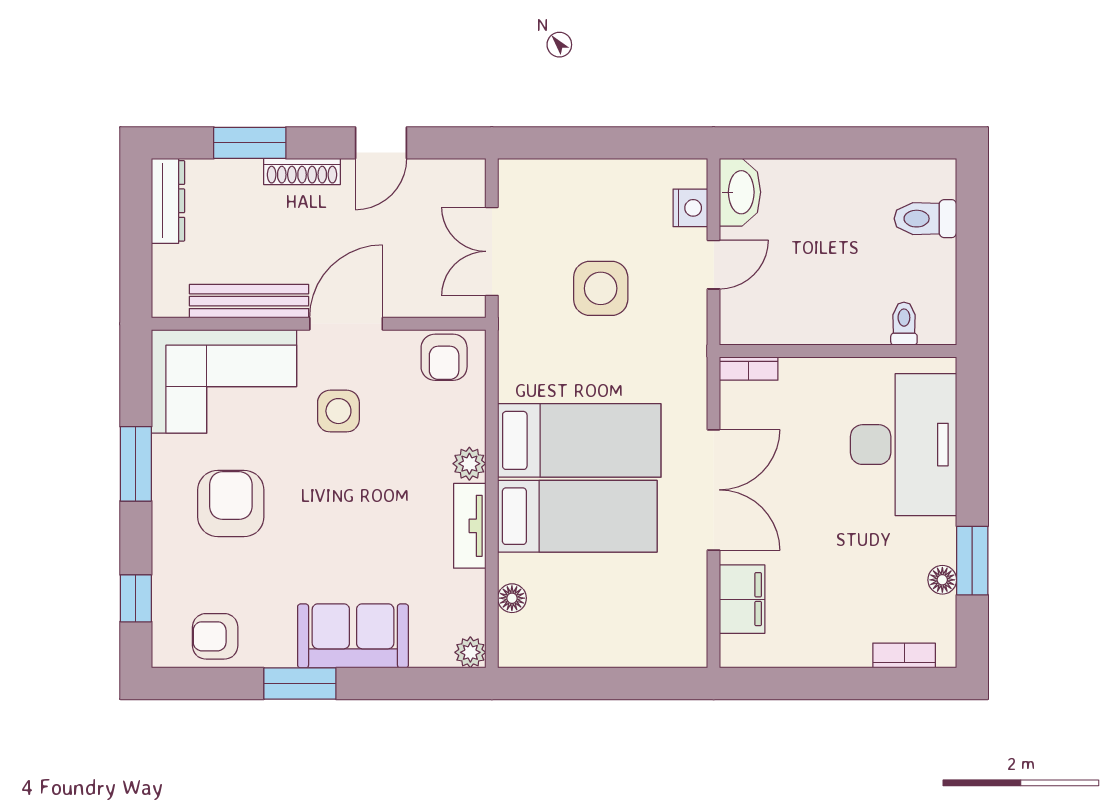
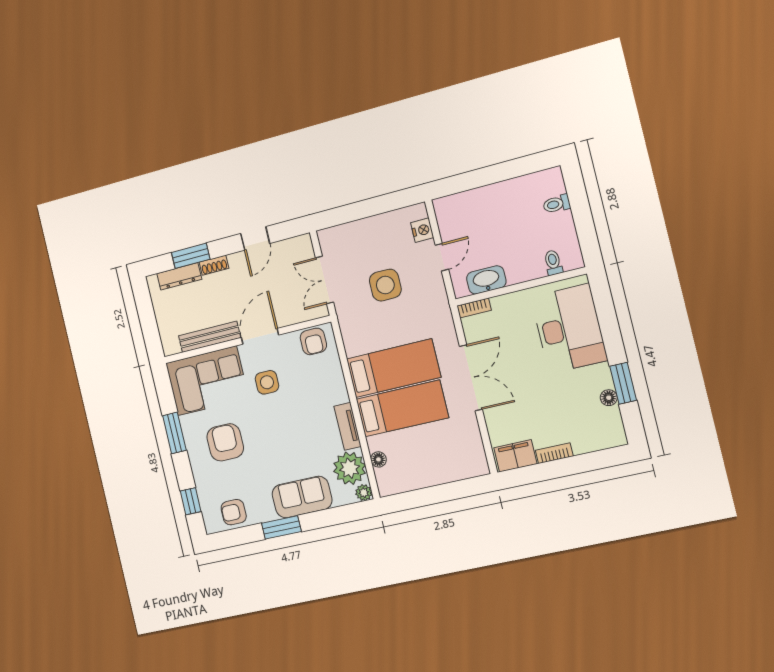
shoe rack: (302, 171) -> (214, 265), width x0.70
washbasin: (740, 192) -> (486, 280), moved, turned -90
dresser: (168, 201) -> (179, 276), moved, turned 90
toilet: (925, 219) -> (557, 204), width x0.73, depth x0.72
plant: (469, 464) -> (350, 468), moved, width x1.88, depth x1.88
filing cabinet: (742, 599) -> (515, 456), moved, turned -90
bookcase: (904, 655) -> (554, 453), moved

